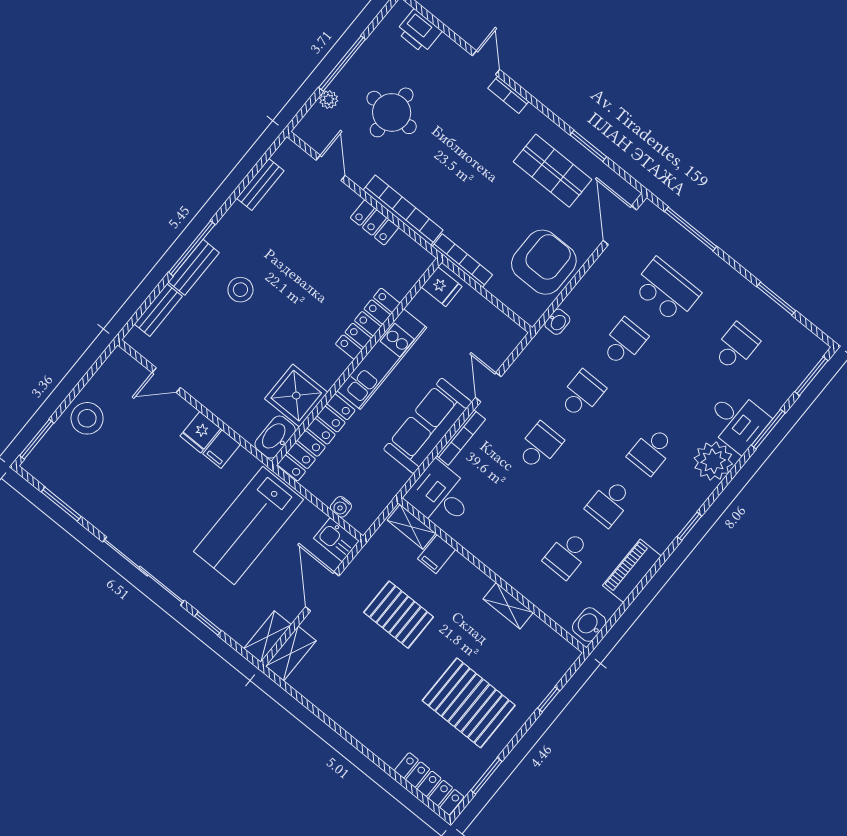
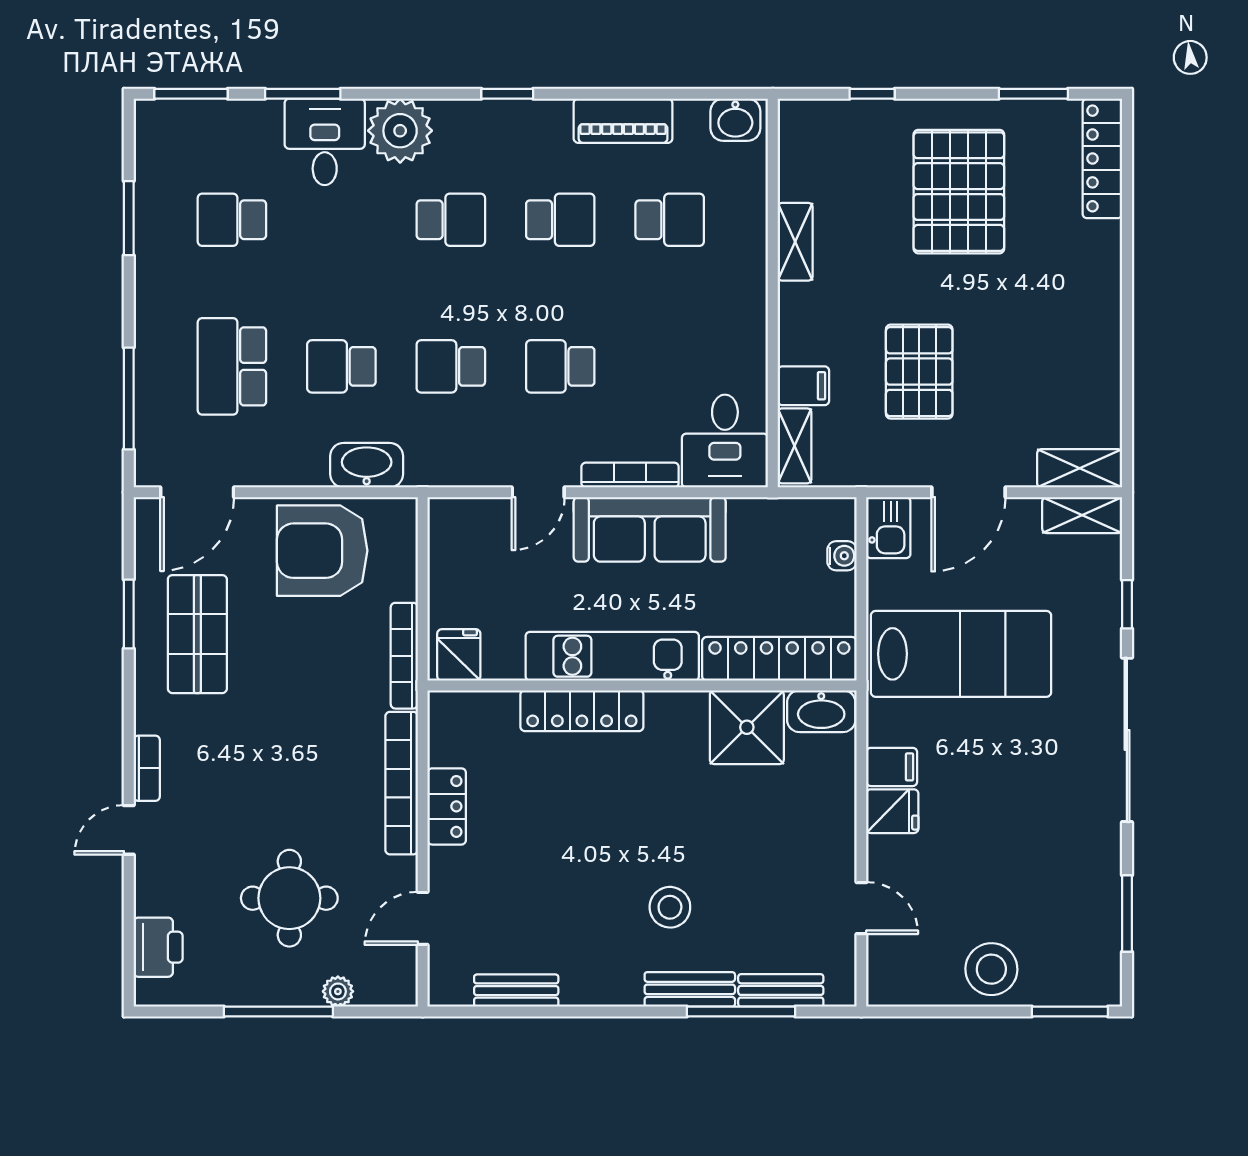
window: (192, 248) -> (741, 1011), moved
washbasin: (557, 322) -> (367, 465), width x1.91, depth x1.45

